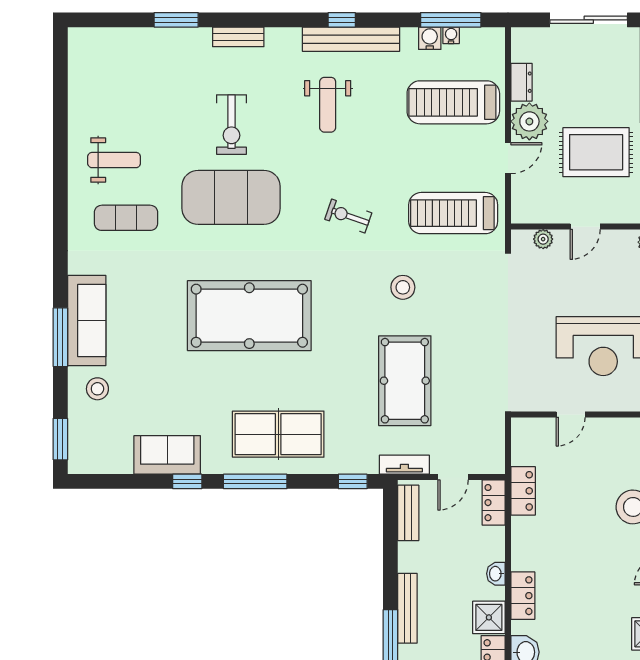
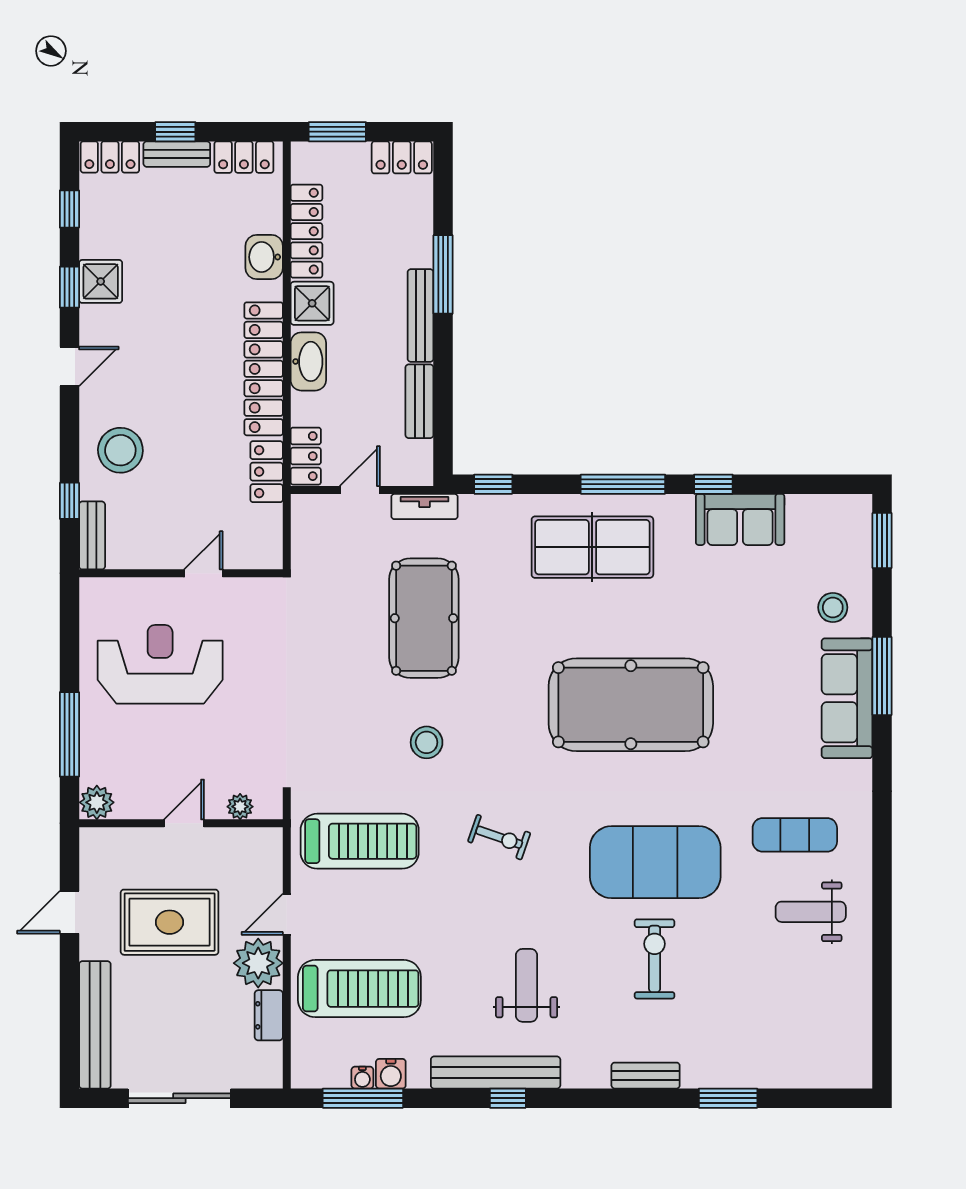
bench: (408, 513) -> (419, 401), moved
washbasin: (496, 574) -> (308, 361), width x1.91, depth x1.45
locker: (523, 596) -> (264, 369), width x2.16, depth x1.21

